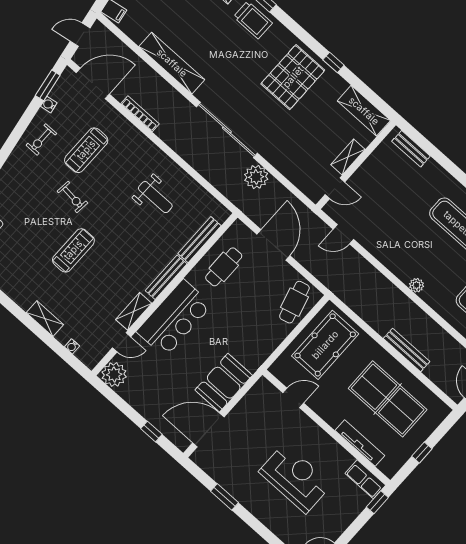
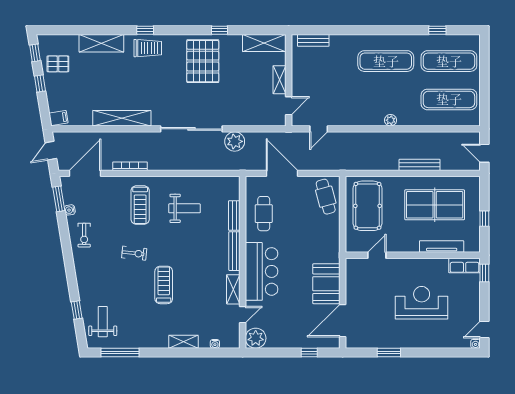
treadmill: (86, 150) -> (140, 205), moved
bench: (199, 240) -> (234, 216), width x0.73

